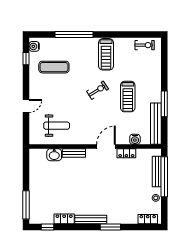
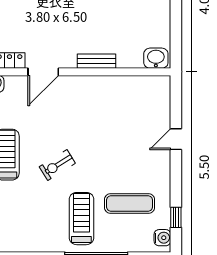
treadmill: (106, 54) -> (81, 219), moved
weight bench: (57, 126) -> (125, 106), removed
washbasin: (54, 155) -> (156, 58), moved

